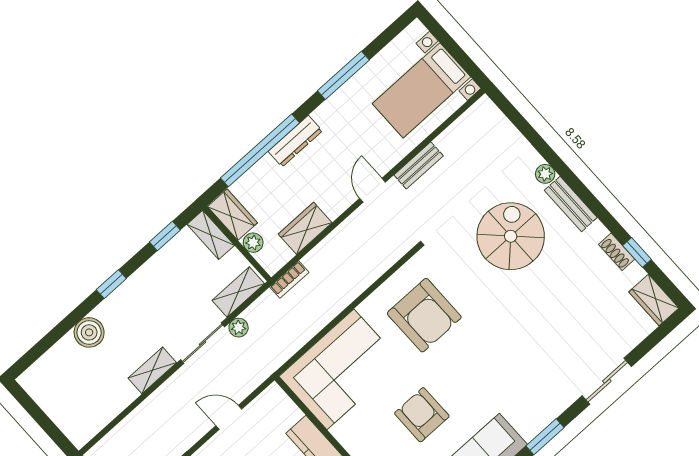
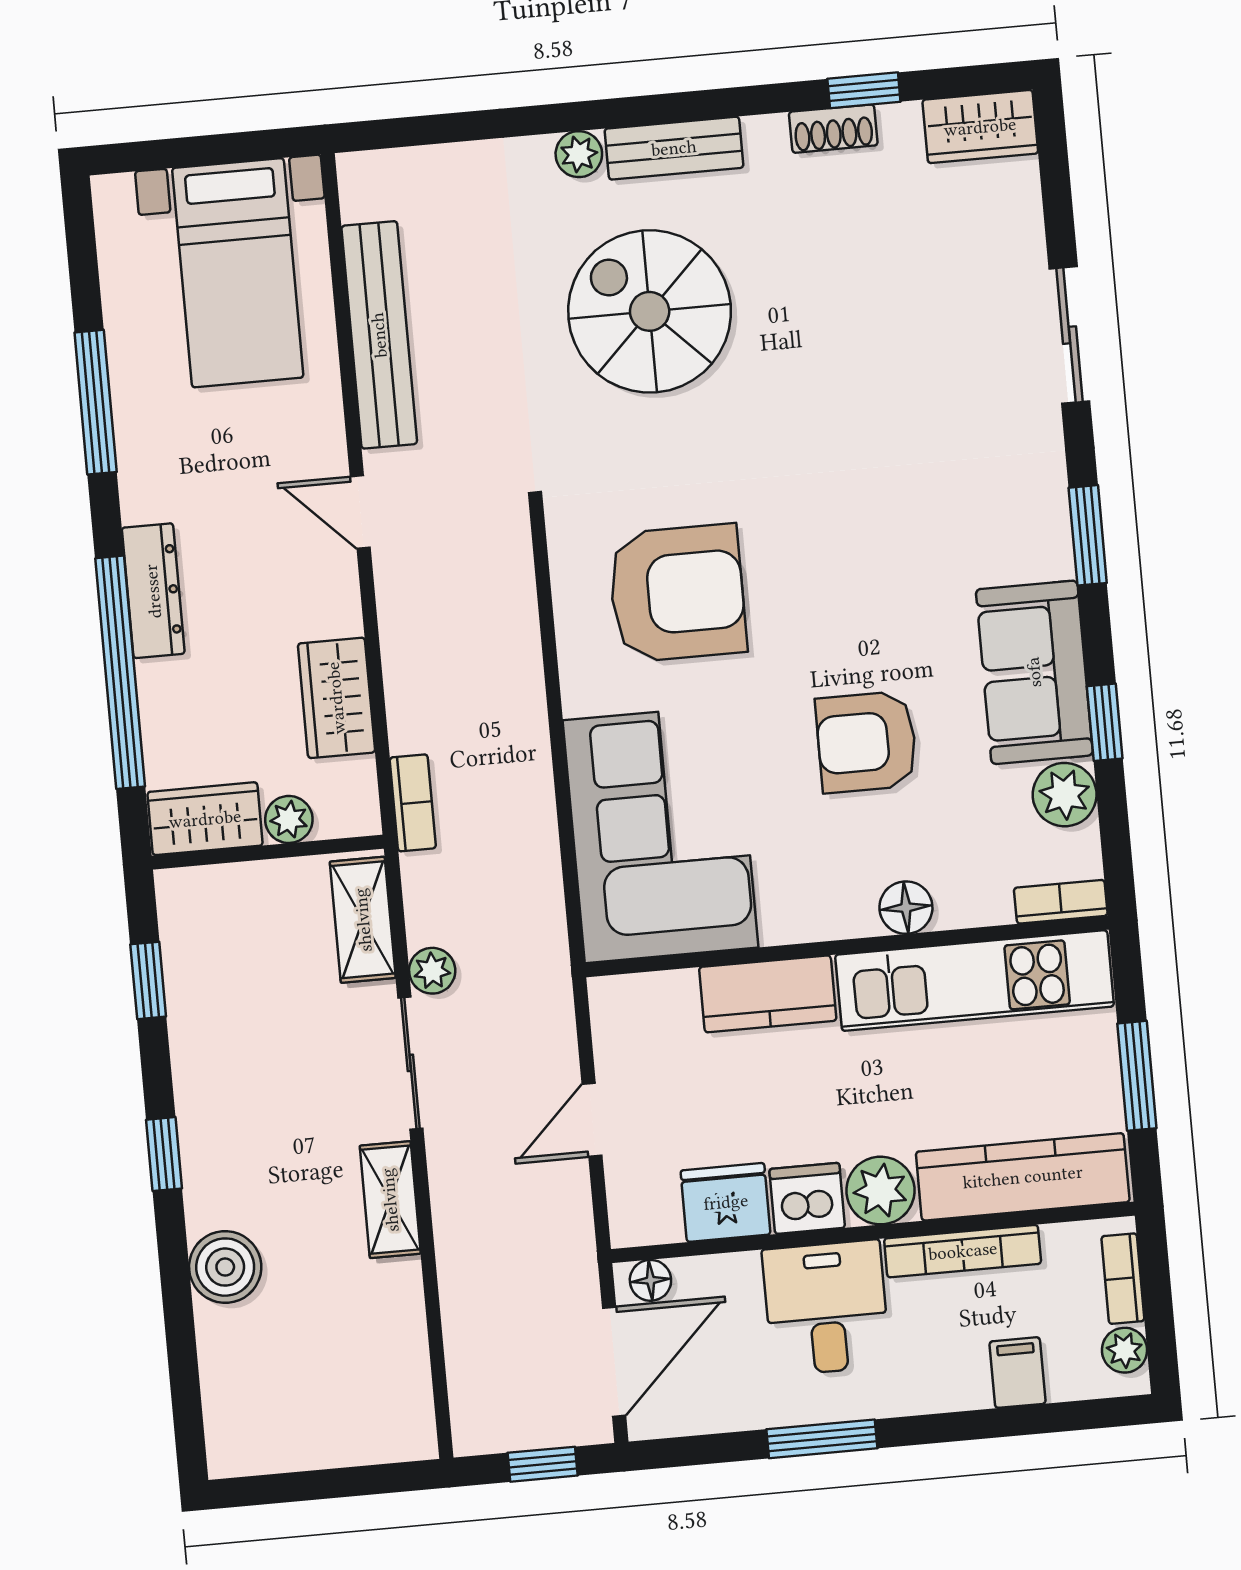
bench: (419, 165) -> (379, 335), width x1.86, depth x1.21
shelving: (211, 235) -> (212, 890), removed

